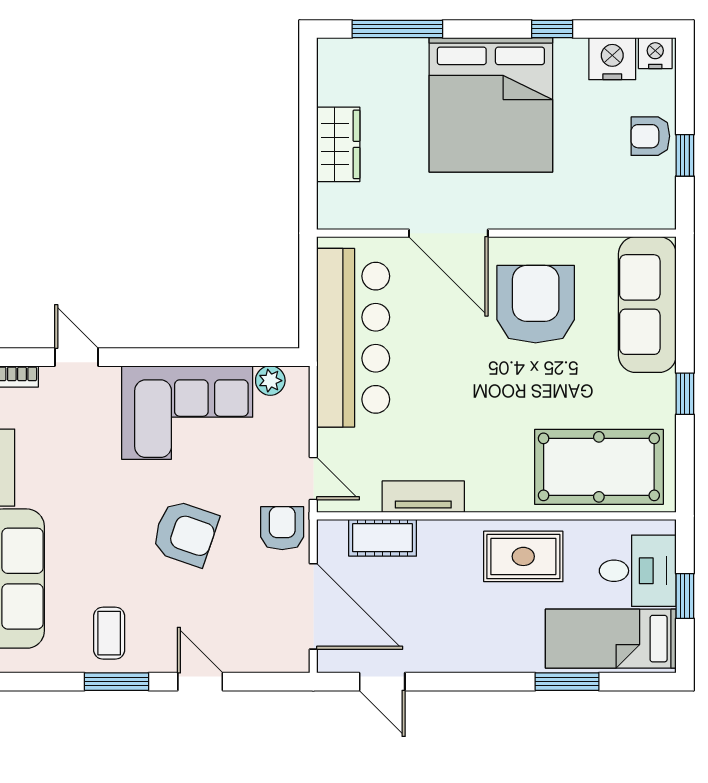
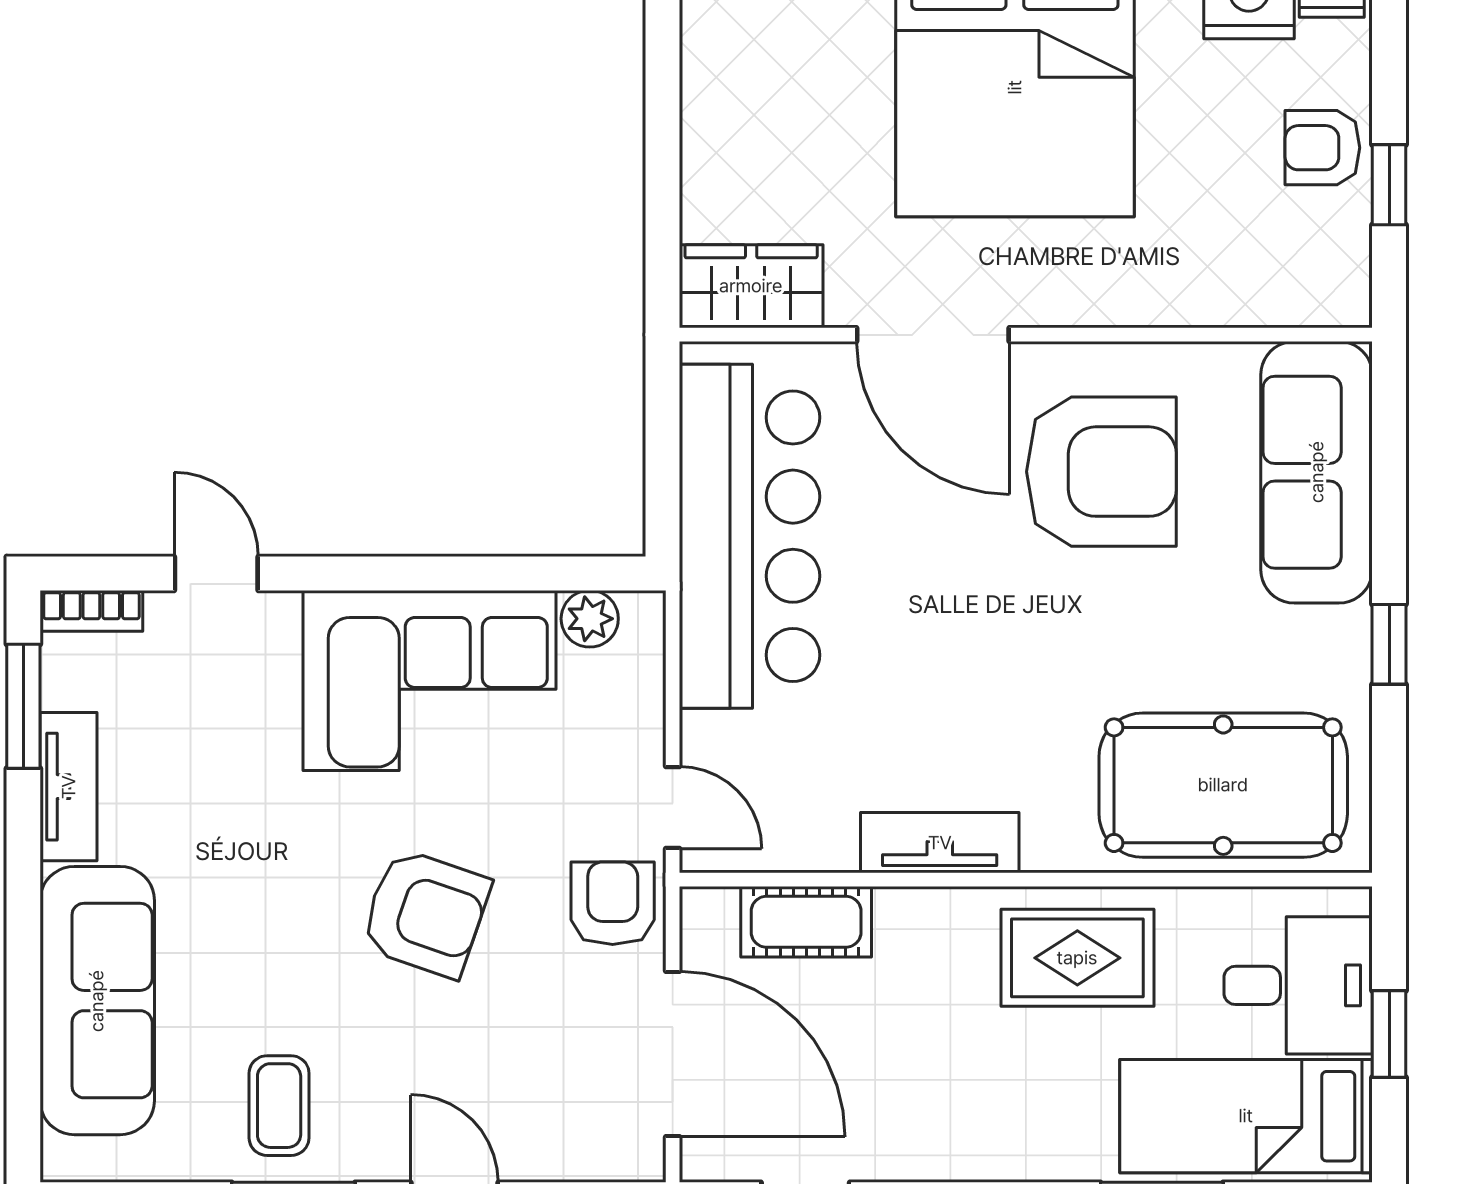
wardrobe: (338, 144) -> (751, 286), moved, turned -90
armchair: (536, 304) -> (1101, 472), turned 90
tv unit: (423, 497) -> (940, 843), moved

